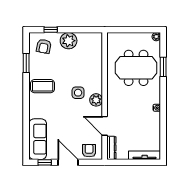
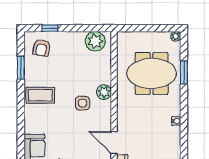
plant: (69, 41) -> (95, 41), moved
plant: (96, 100) -> (104, 92), moved

